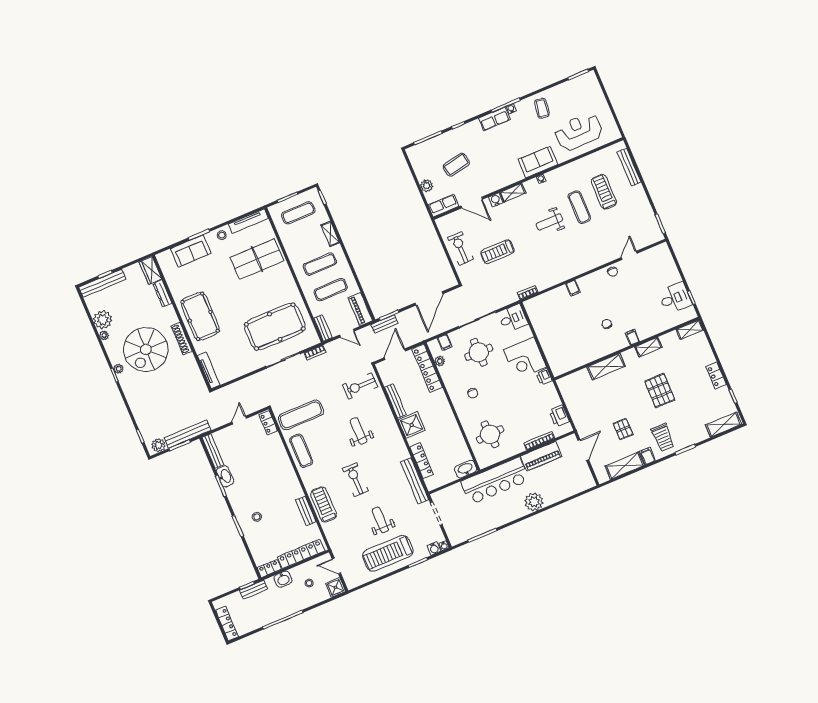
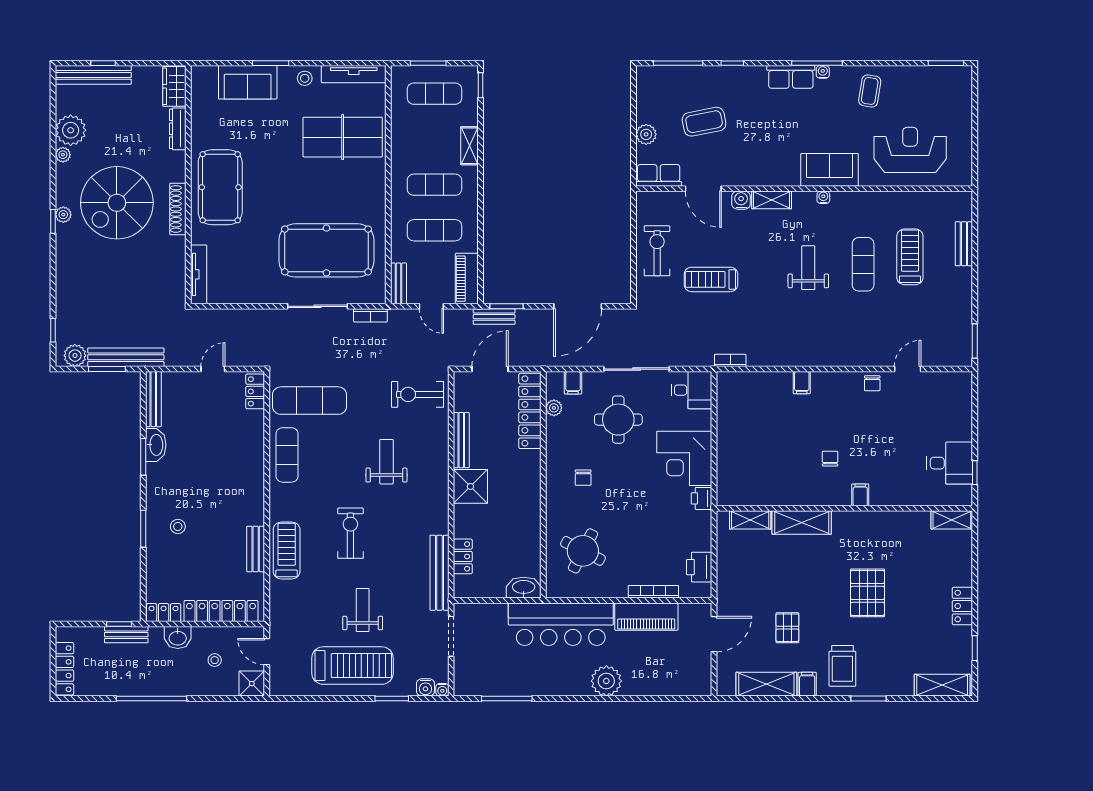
bench: (629, 167) -> (964, 244), width x0.73
weight bench: (549, 222) -> (808, 268), turned 90
shelving: (648, 347) -> (750, 520), moved
round table: (490, 434) -> (583, 551), turned 31
locker: (422, 461) -> (463, 556), width x0.66
treadmill: (388, 553) -> (353, 666), turned 180

